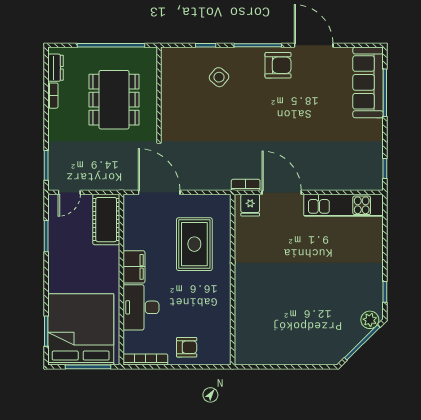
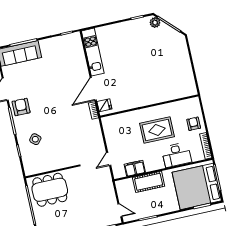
dining table: (114, 100) -> (50, 190), moved
door: (159, 192) -> (109, 159), width x0.53
cot: (106, 220) -> (149, 182), moved
rug: (194, 244) -> (157, 130), moved
filing cabinet: (134, 267) -> (135, 168), moved

